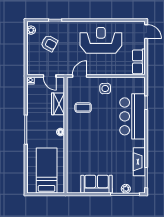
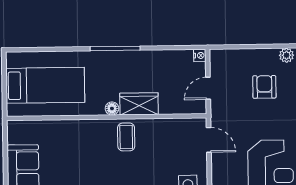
armchair: (49, 43) -> (264, 87), turned 151
wardrobe: (58, 104) -> (139, 104), moved
coffee table: (83, 108) -> (126, 137), moved

